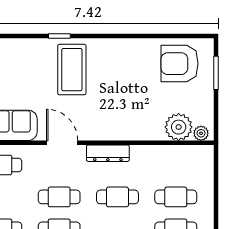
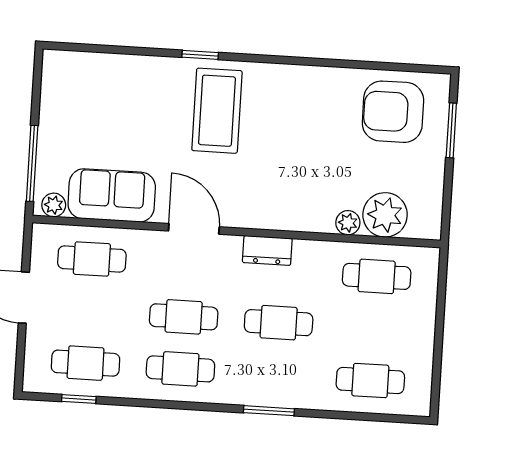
plant: (201, 133) -> (348, 223), moved
dresser: (108, 153) -> (267, 250), width x0.70
cafe table: (176, 197) -> (377, 276), moved

